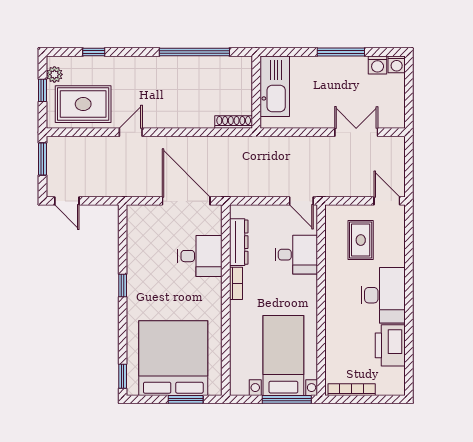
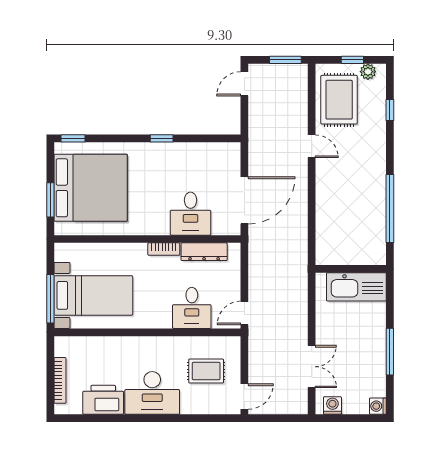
washing machine: (378, 65) -> (332, 405), moved, turned 90
shoe rack: (234, 122) -> (321, 247), removed
bookcase: (352, 390) -> (60, 380), moved

